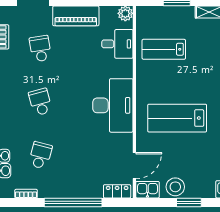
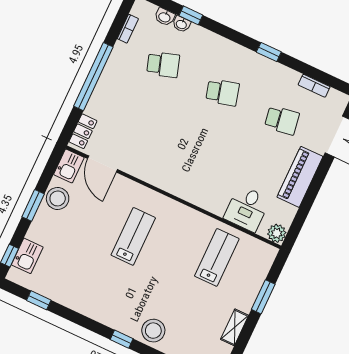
desk: (113, 105) -> (181, 171), removed
lab bench: (177, 118) -> (133, 236), width x0.73, depth x0.72
school desk: (40, 155) -> (163, 65), turned -33

